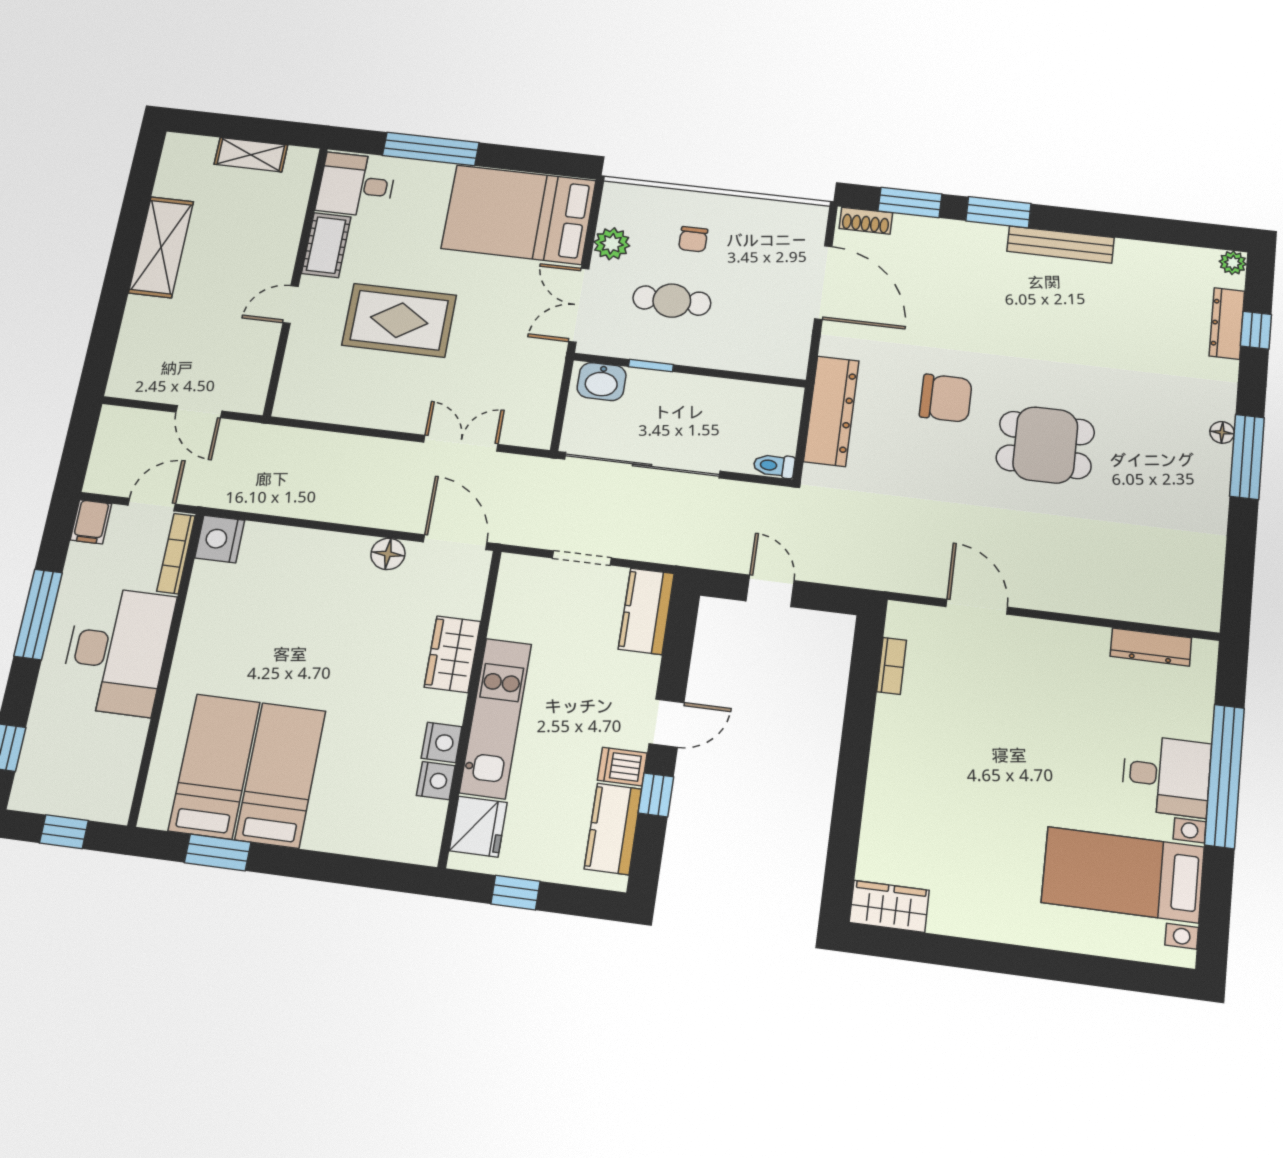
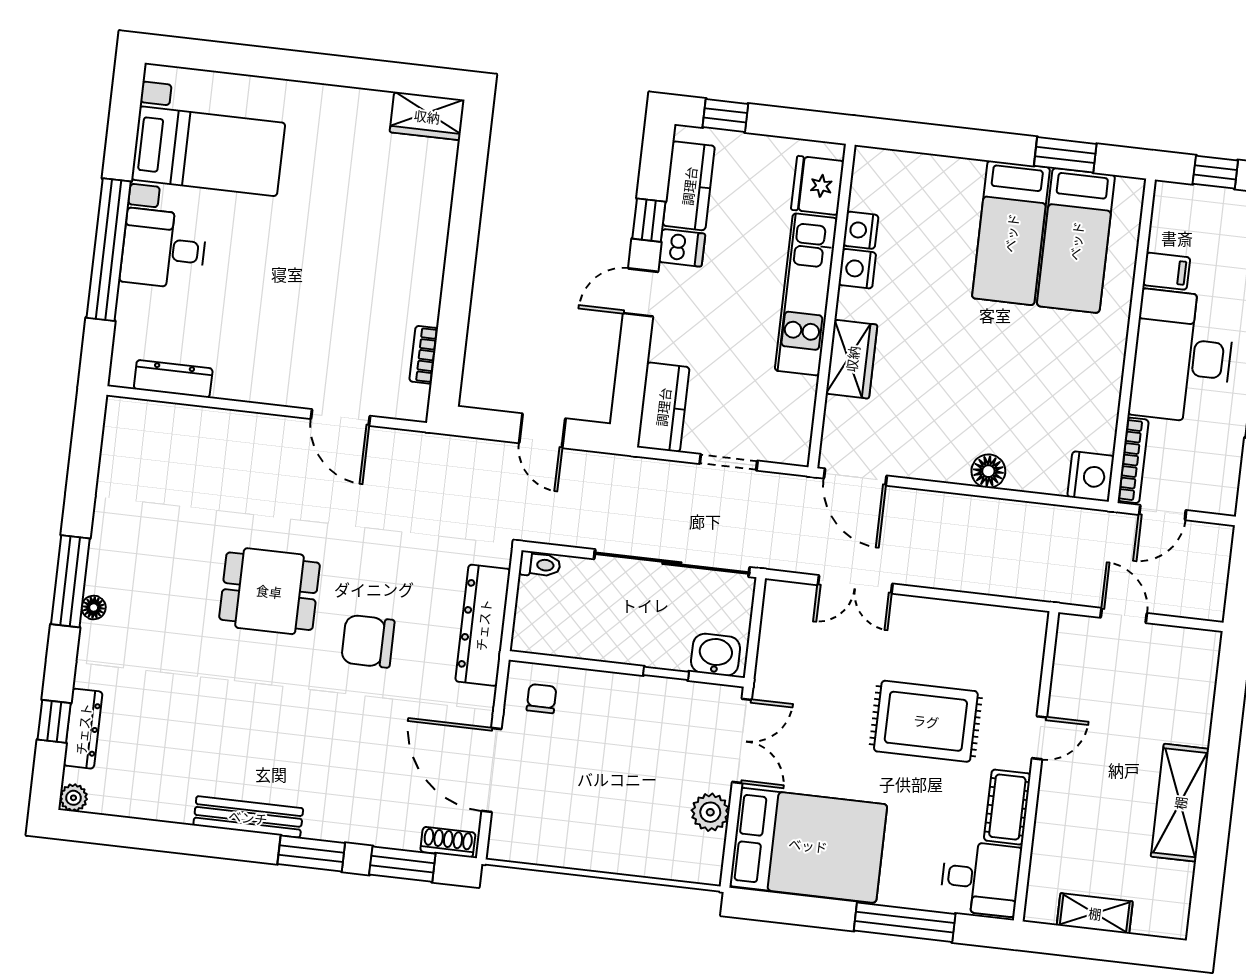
chair: (693, 239) -> (541, 699), moved
cafe table: (672, 301) -> (646, 747), removed
filing cabinet: (91, 522) -> (1166, 271), moved, turned 90
floor lamp: (388, 554) -> (988, 471), moved
window: (515, 893) -> (725, 115), moved

